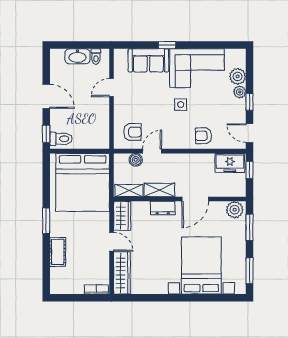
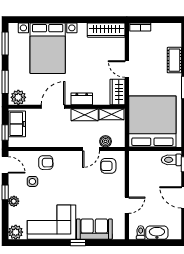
plant: (238, 76) -> (16, 232), moved
side table: (181, 105) -> (32, 181), moved
freezer: (230, 163) -> (17, 124), moved, turned 90
wardrobe: (122, 273) -> (106, 30), moved, turned -90

